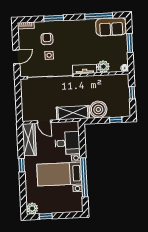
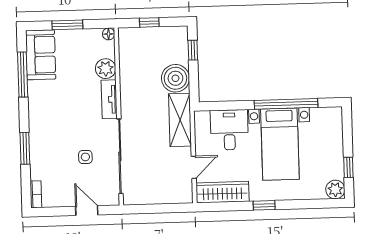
armchair: (47, 39) -> (59, 160), removed

